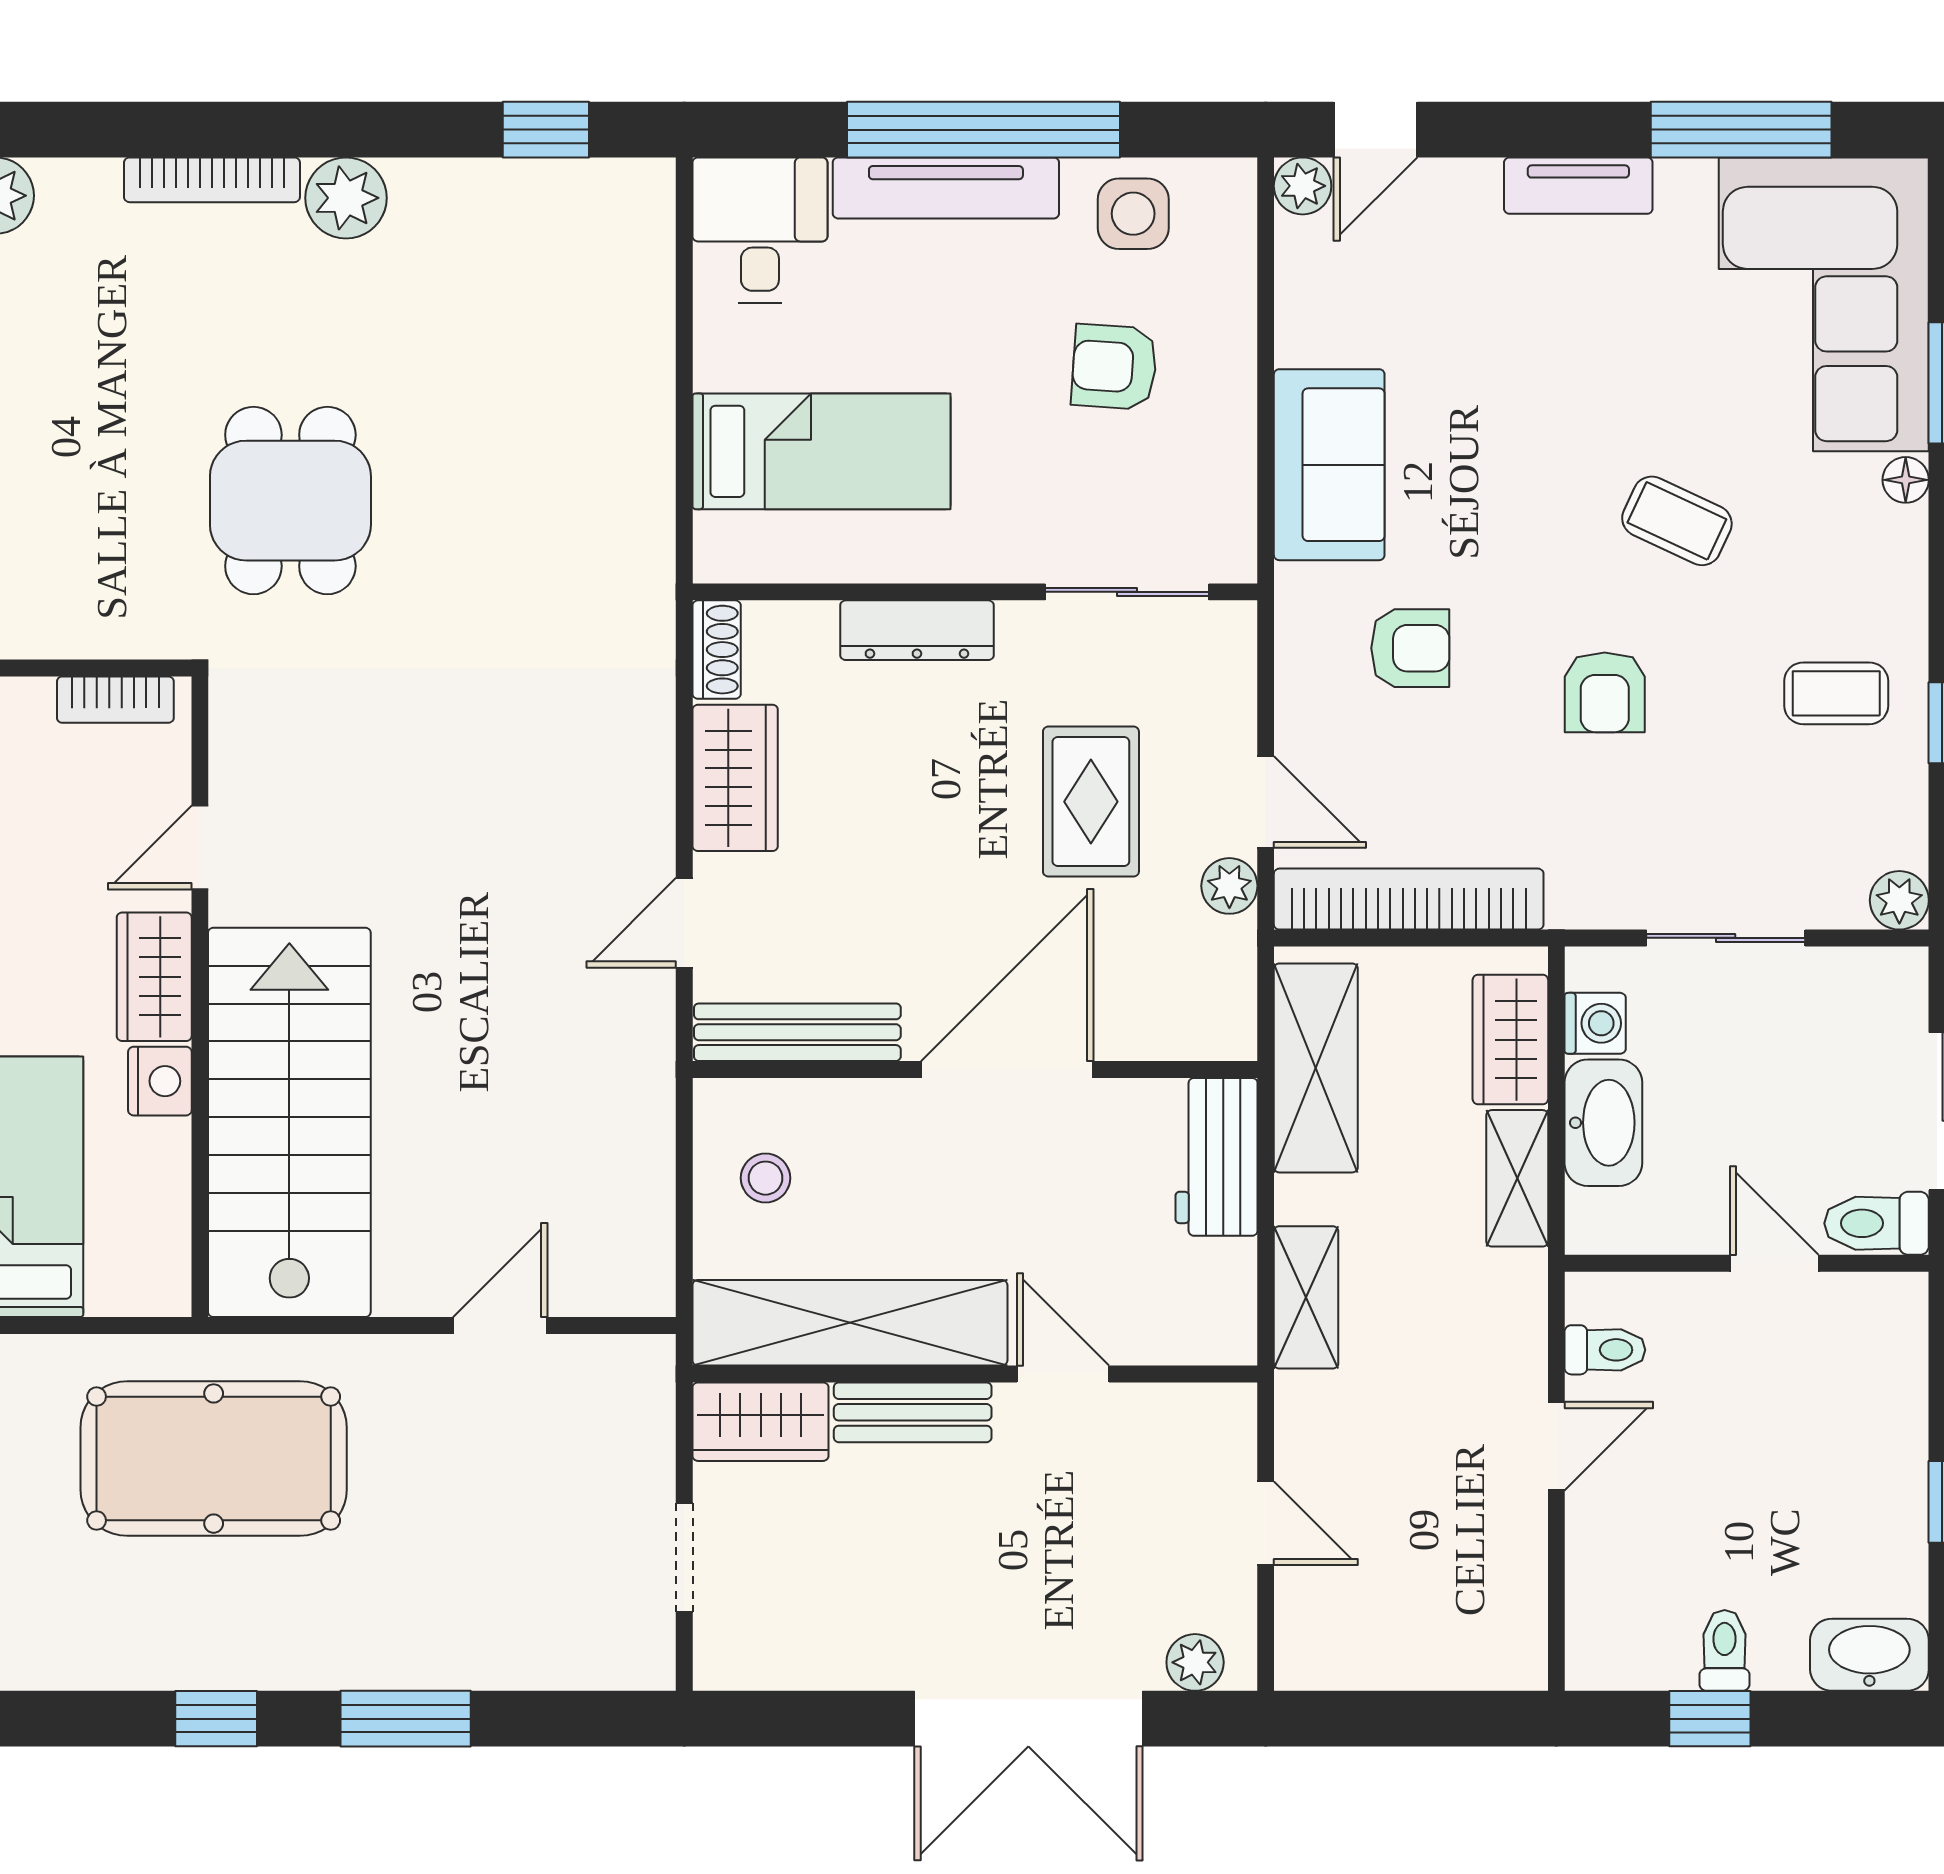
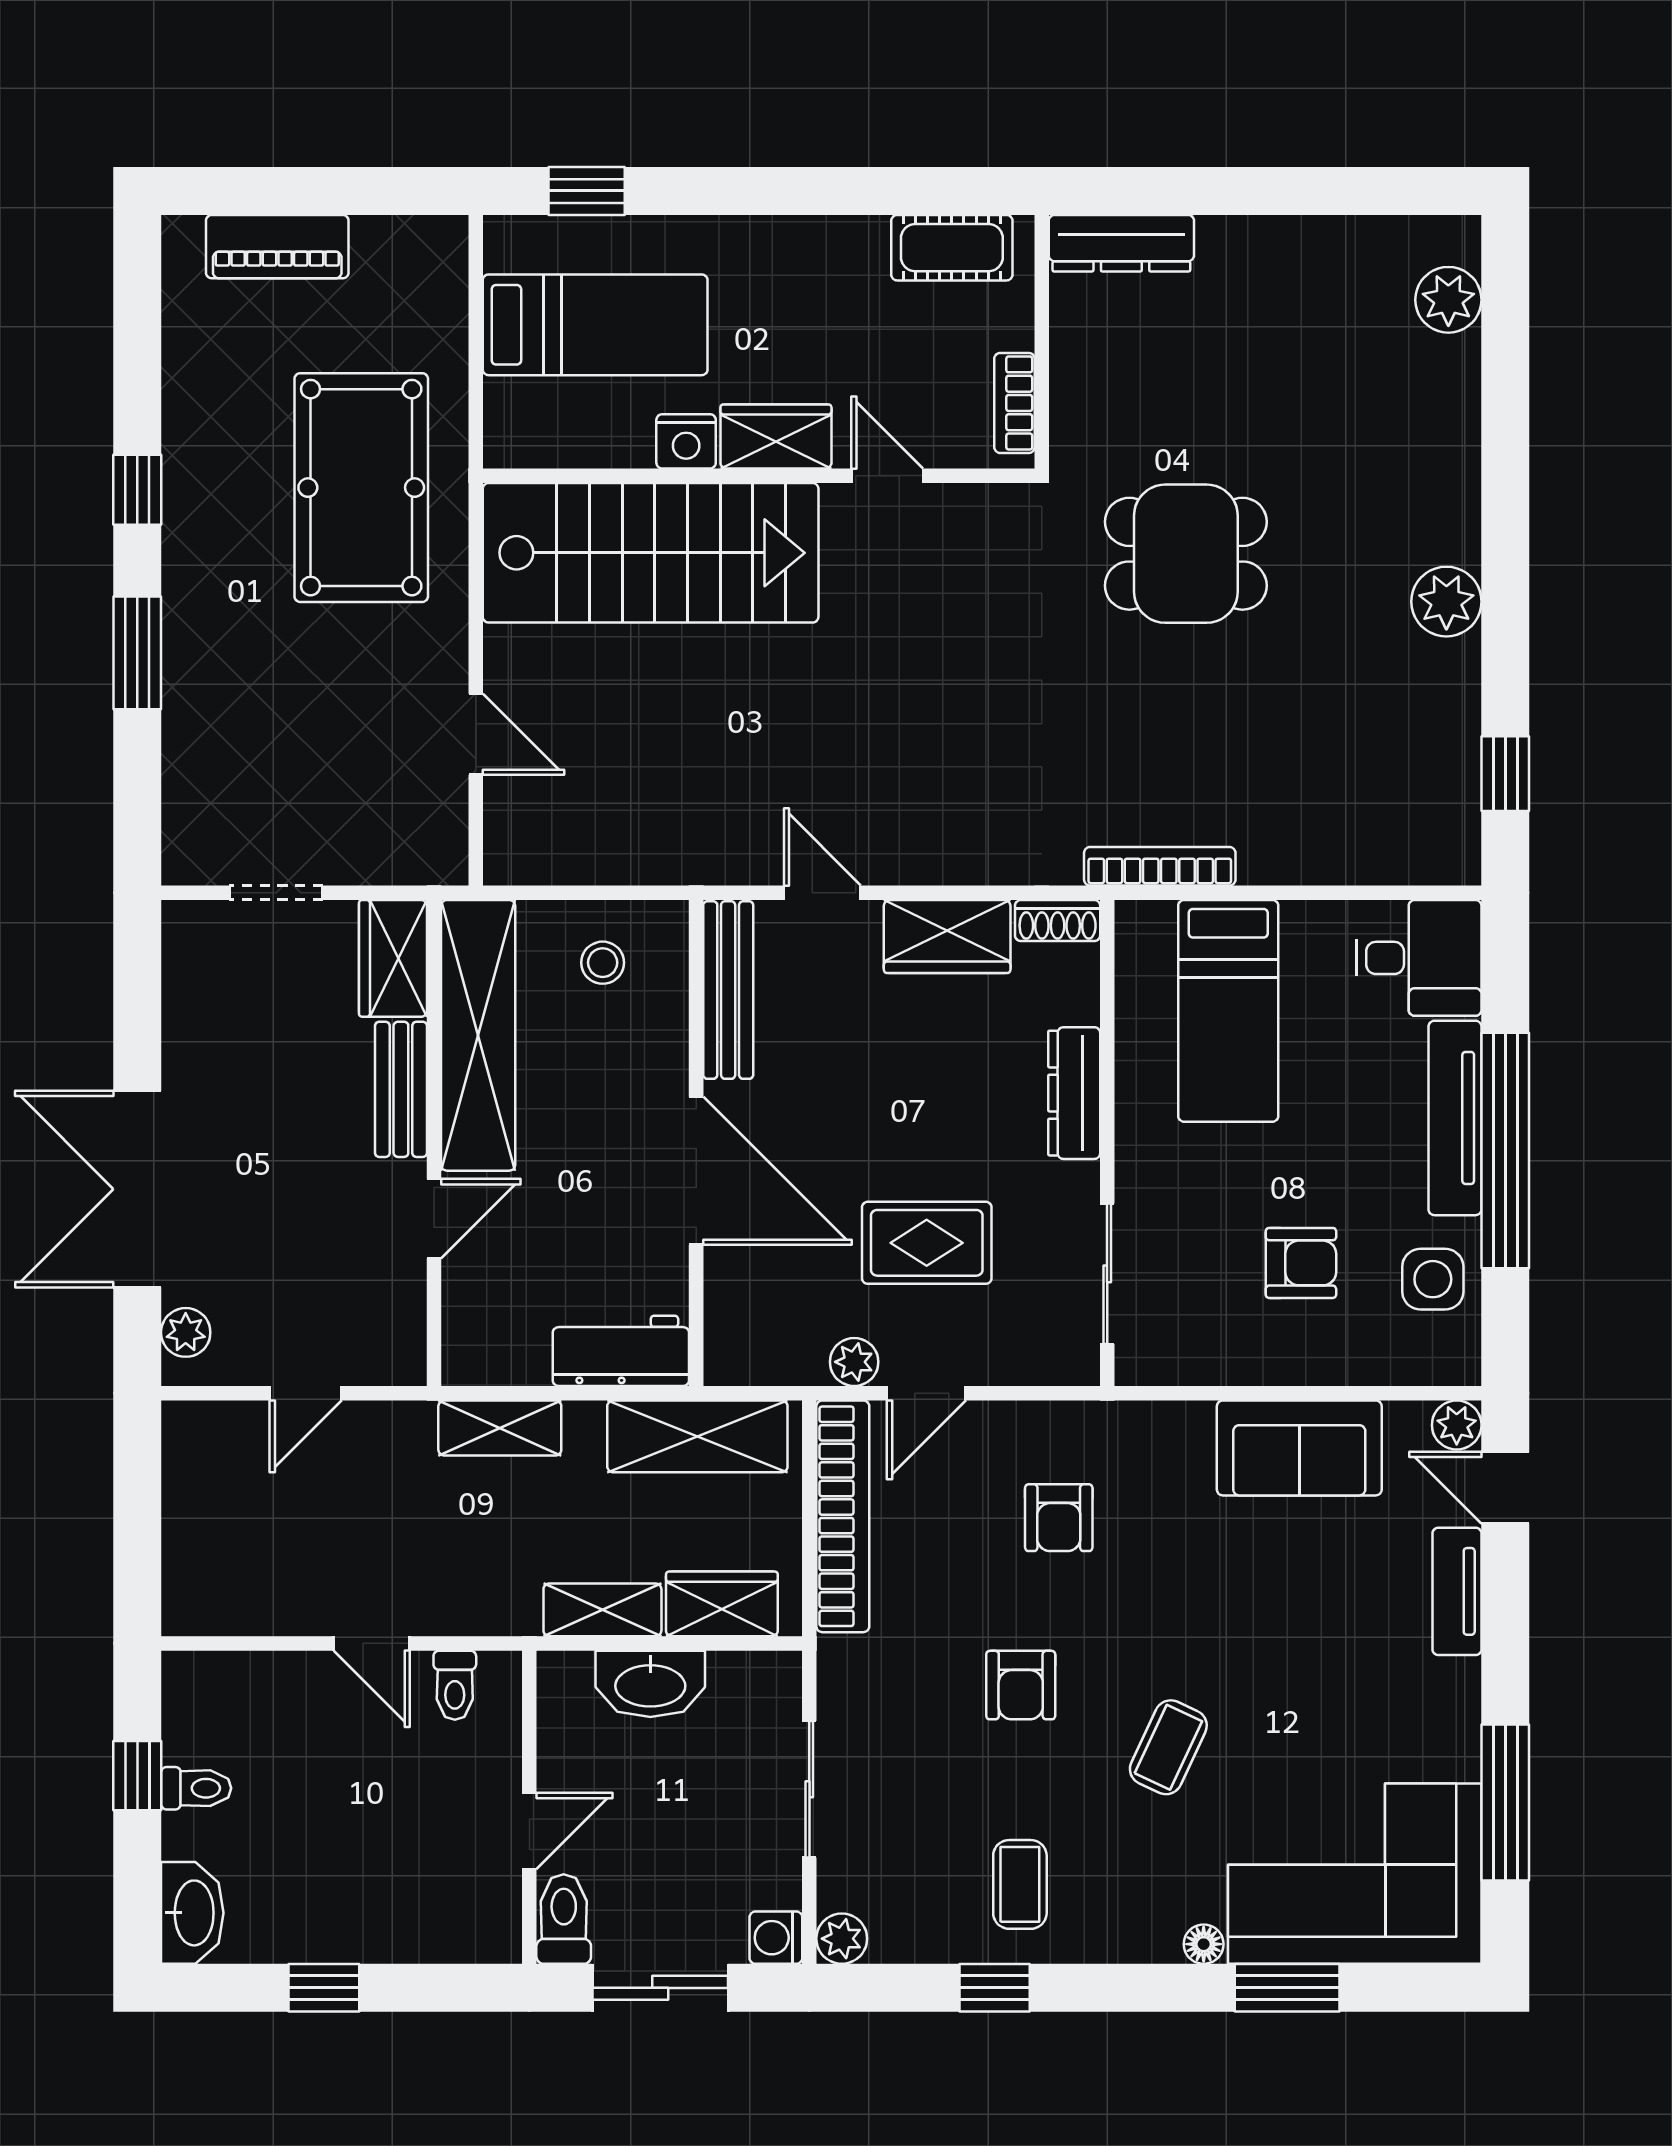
bookcase: (212, 180) -> (1160, 866), moved, turned 90
tv unit: (1578, 186) -> (1457, 1591), moved
armchair: (1114, 367) -> (1301, 1263), turned 86
sofa: (1329, 465) -> (1299, 1448), moved
armchair: (1605, 692) -> (1021, 1685), turned -90
washing machine: (1595, 1023) -> (776, 1938), moved, turned 90

